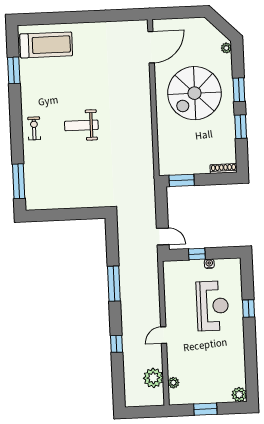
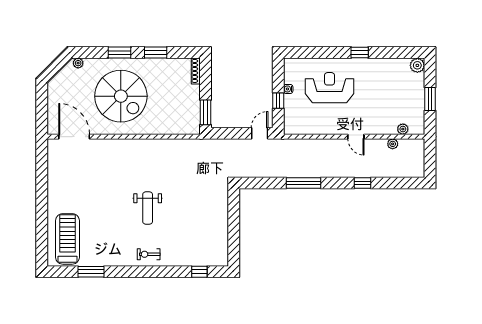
window: (19, 181) -> (199, 272), width x0.46
window: (248, 309) -> (360, 53), moved
plant: (153, 378) -> (393, 144), width x0.53, depth x0.53

